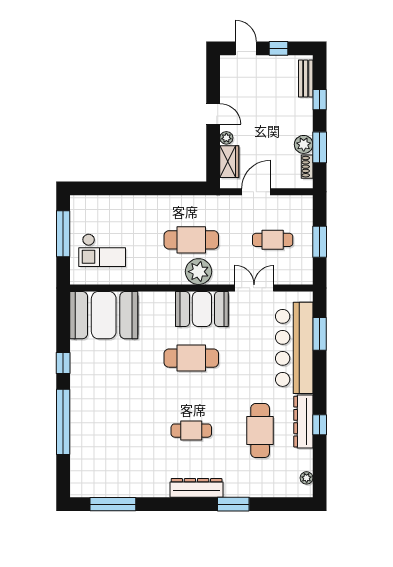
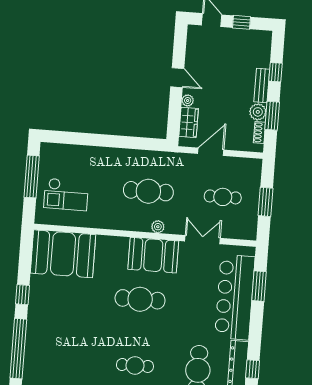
bench: (306, 78) -> (262, 85), moved
plant: (198, 272) -> (158, 227), width x0.53, depth x0.53

